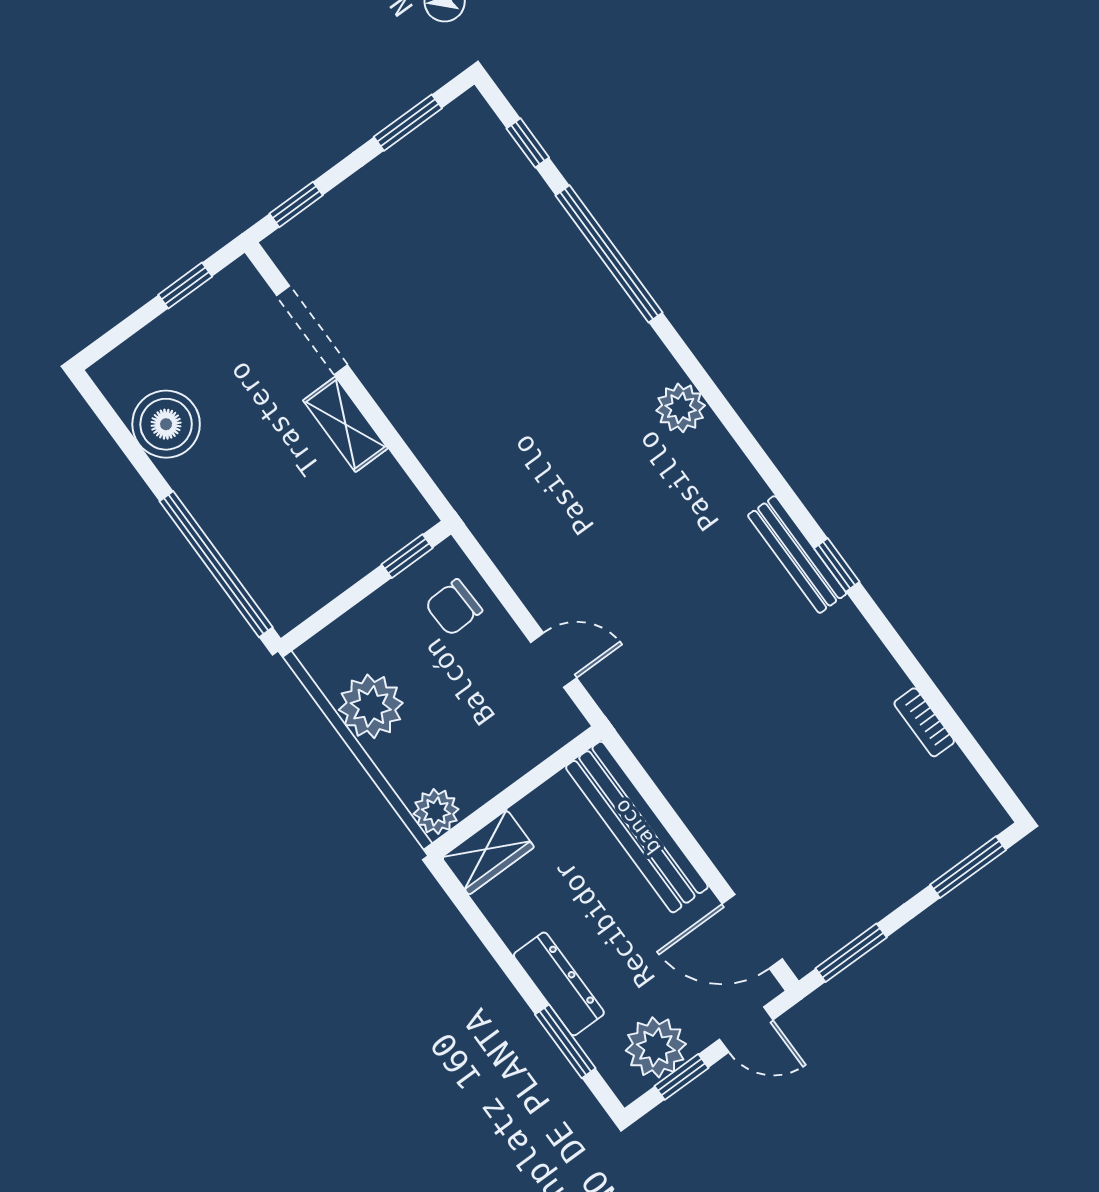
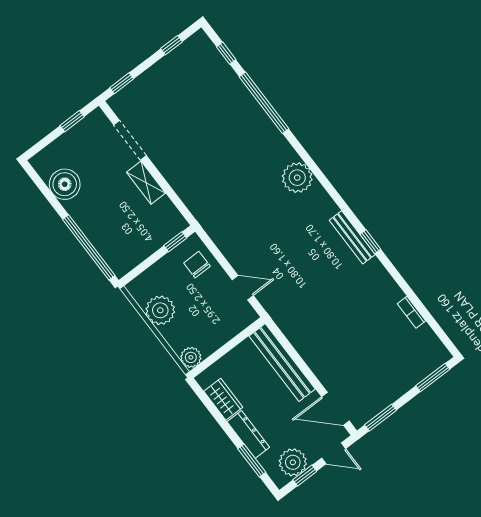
window: (408, 123) -> (172, 45), width x0.67
plant: (681, 408) -> (297, 178), width x1.36, depth x1.36
chair: (454, 607) -> (197, 265), turned 92
wardrobe: (488, 852) -> (223, 399), moved, turned -90

